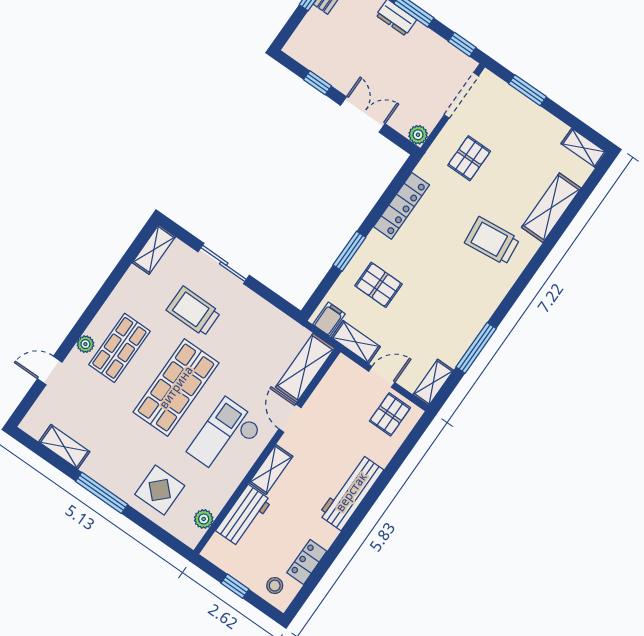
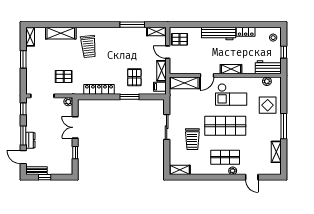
window: (528, 90) -> (23, 59), moved
sliding door: (224, 263) -> (167, 127), moved
workbench: (244, 516) -> (268, 67), moved
locker: (307, 562) -> (246, 32), moved

